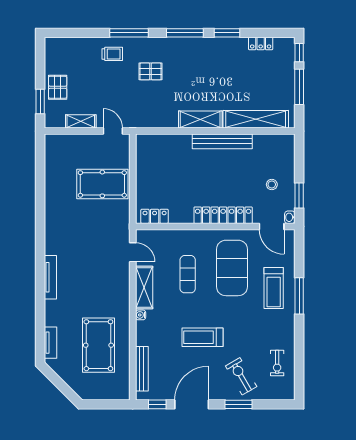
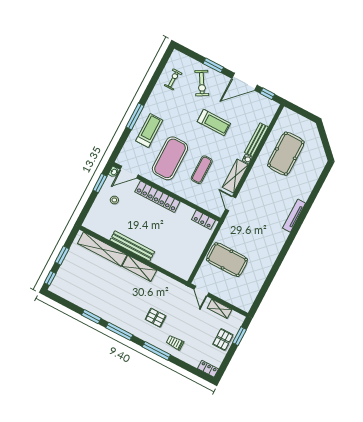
locker: (261, 44) -> (208, 369), moved
window: (299, 87) -> (62, 255), width x0.69
door: (272, 226) -> (129, 172), swing flipped
tv unit: (51, 343) -> (317, 172), removed
bench: (142, 369) -> (256, 140), moved

